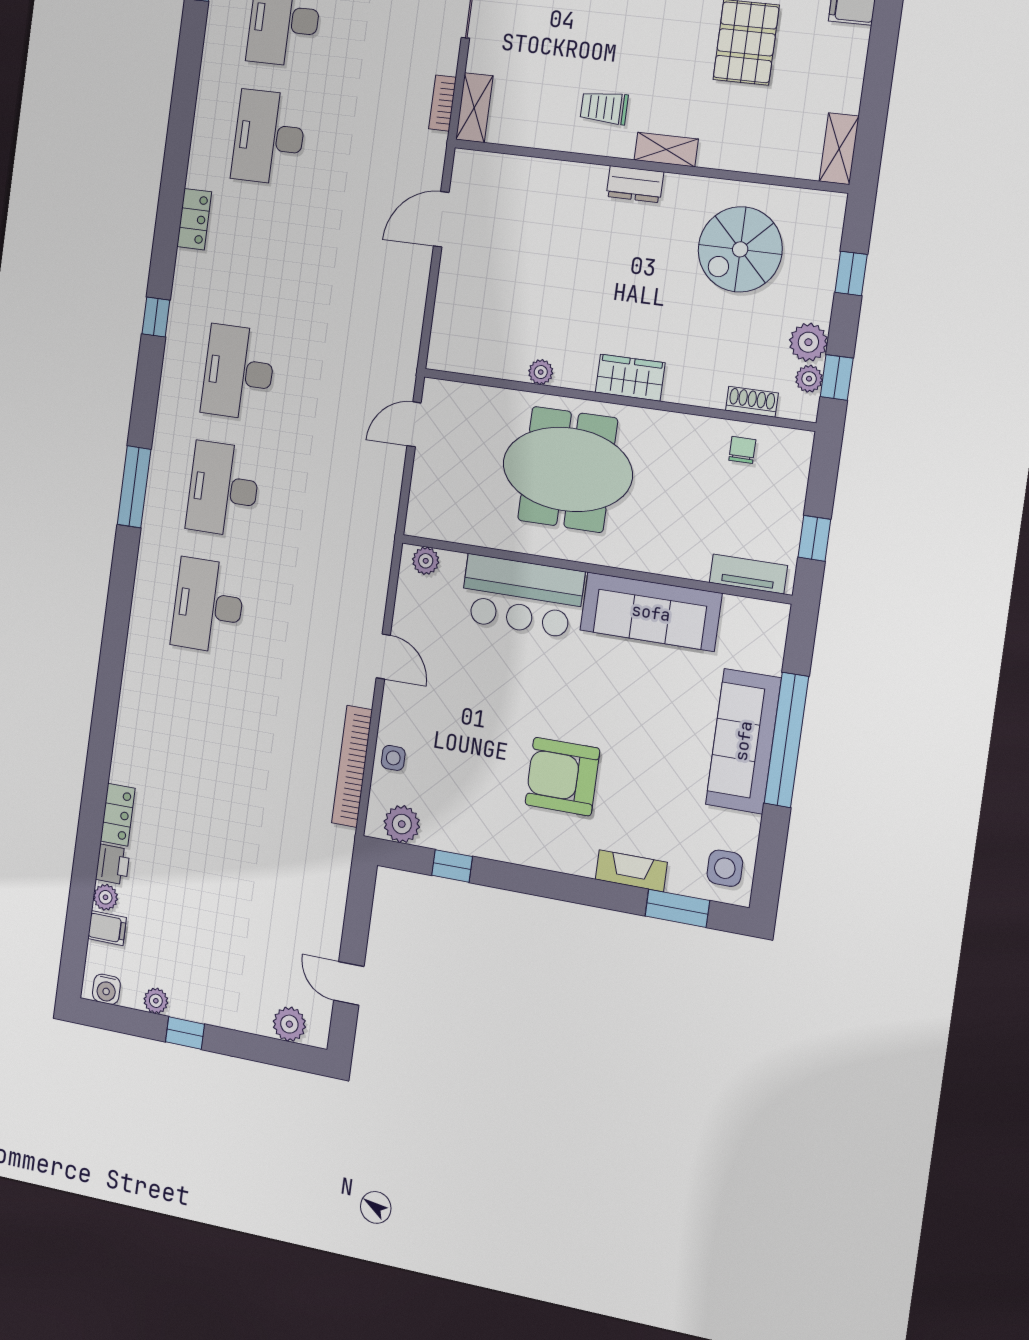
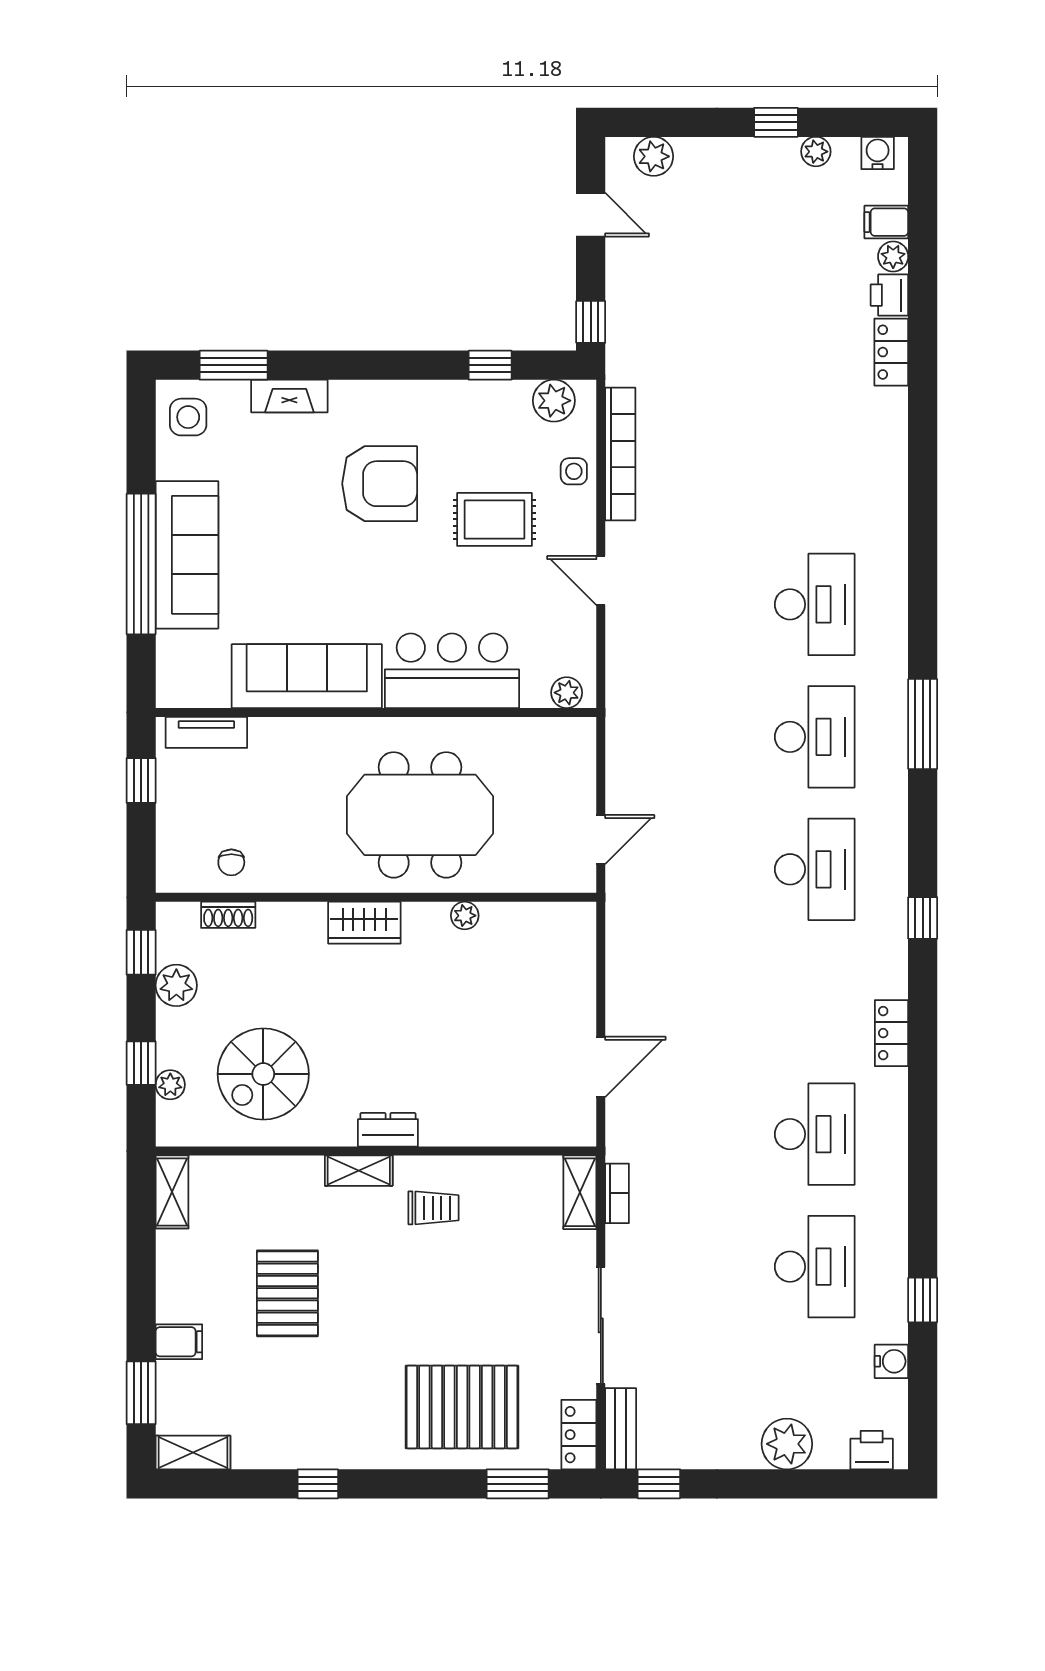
spiral stairs: (740, 249) -> (263, 1074), turned 180
plant: (809, 379) -> (170, 1085), moved
rug: (467, 727) -> (494, 519), added
window: (361, 888) -> (591, 322), added

